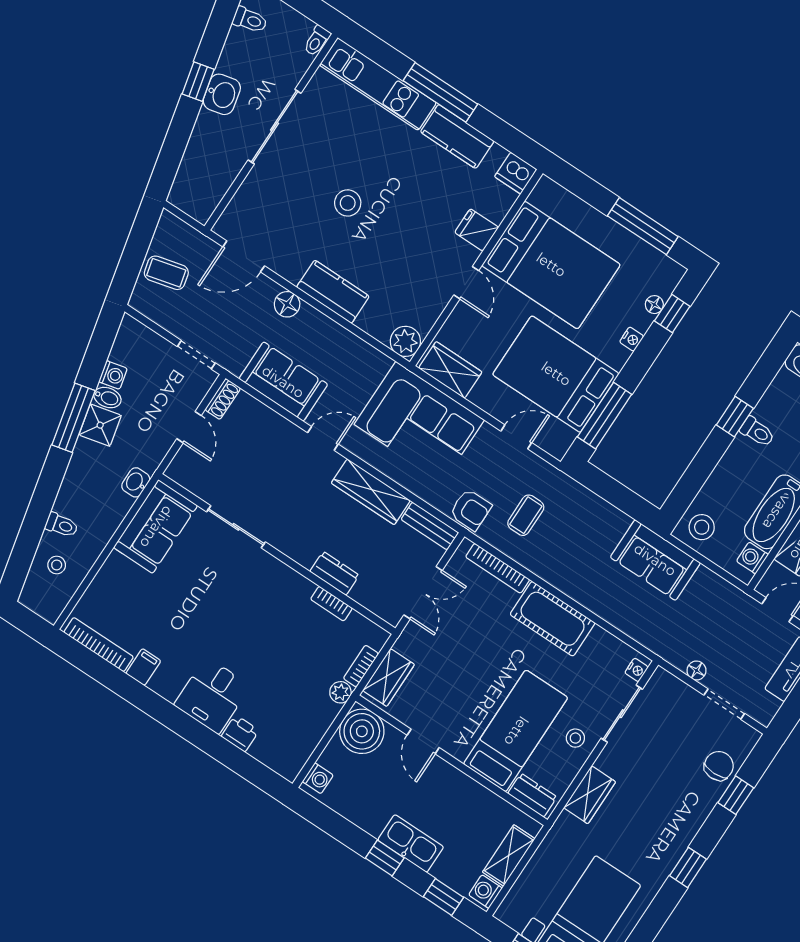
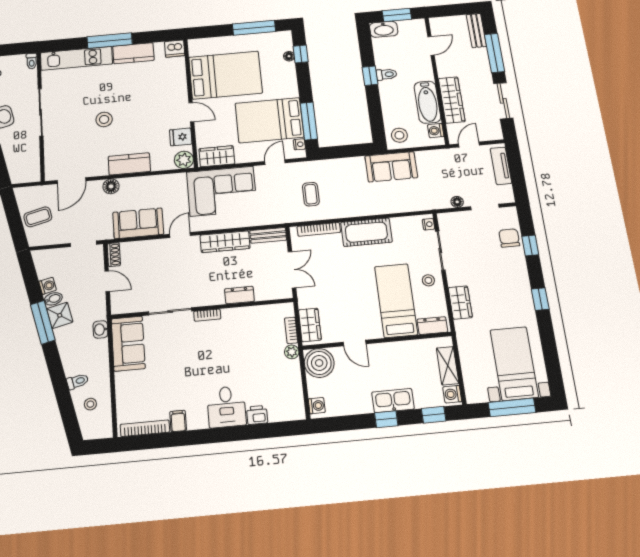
fridge: (477, 230) -> (181, 137), moved
nightstand: (632, 339) -> (299, 144), moved
armchair: (471, 510) -> (282, 212), removed
bookcase: (331, 604) -> (207, 315), moved

